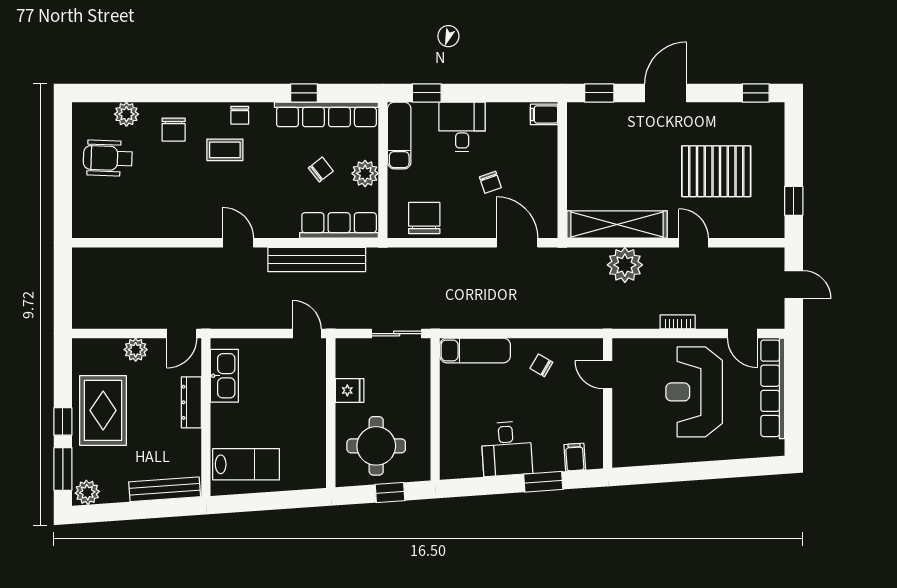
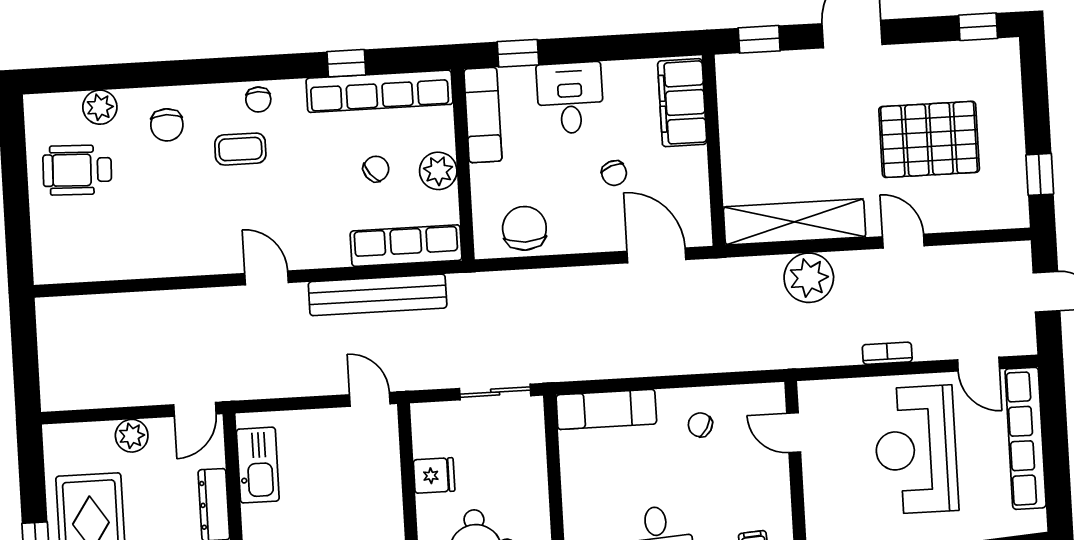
filing cabinet: (544, 114) -> (682, 103), width x3.00, depth x1.17

